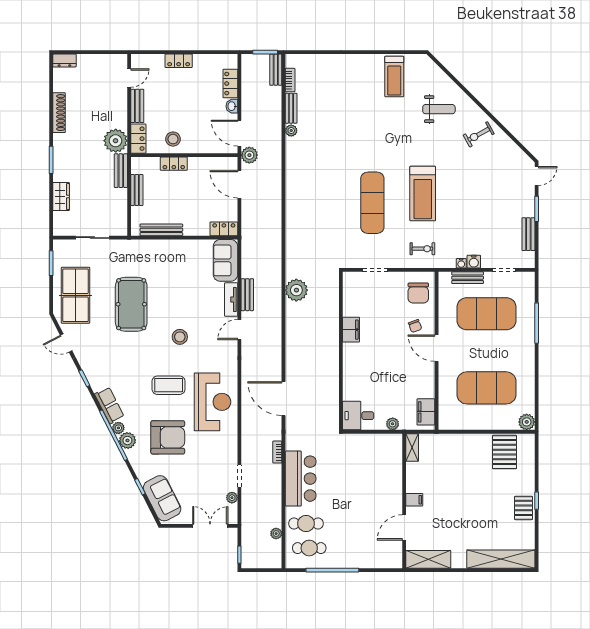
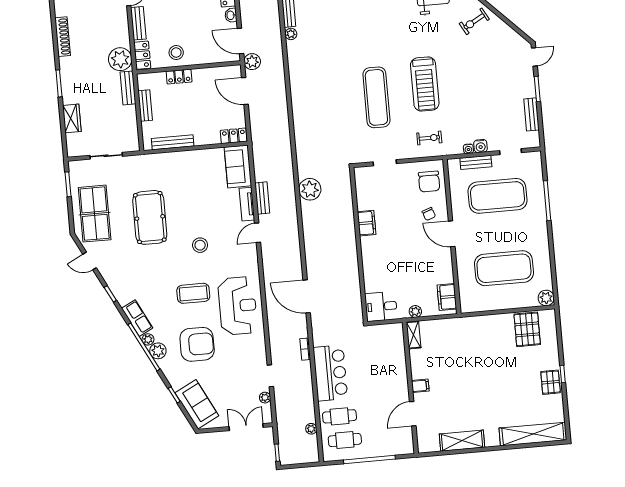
shelving: (412, 447) -> (414, 335), moved
filing cabinet: (414, 500) -> (420, 386), moved
wall: (404, 501) -> (410, 388), moved
door: (404, 527) -> (413, 414), moved

